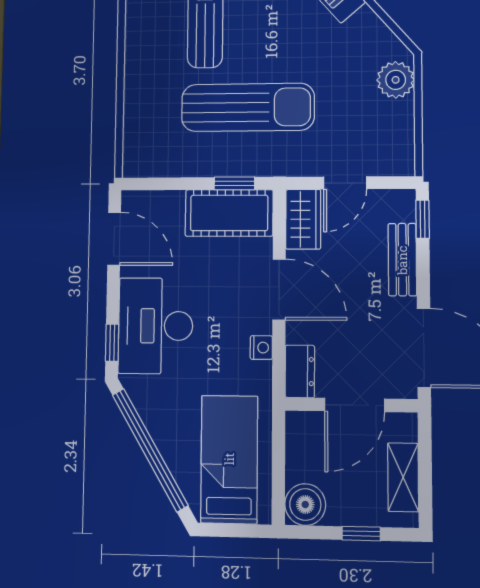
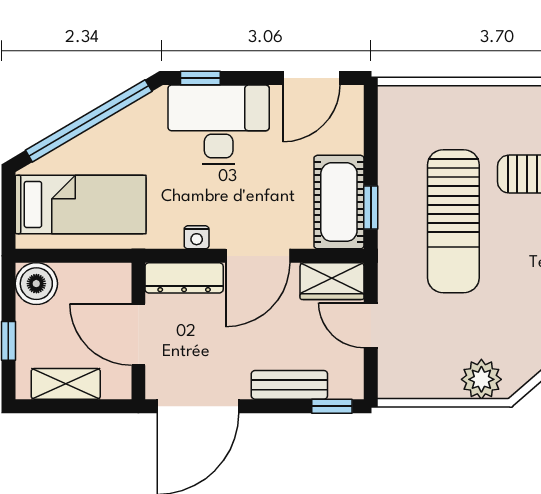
dresser: (300, 371) -> (184, 278), width x1.44

